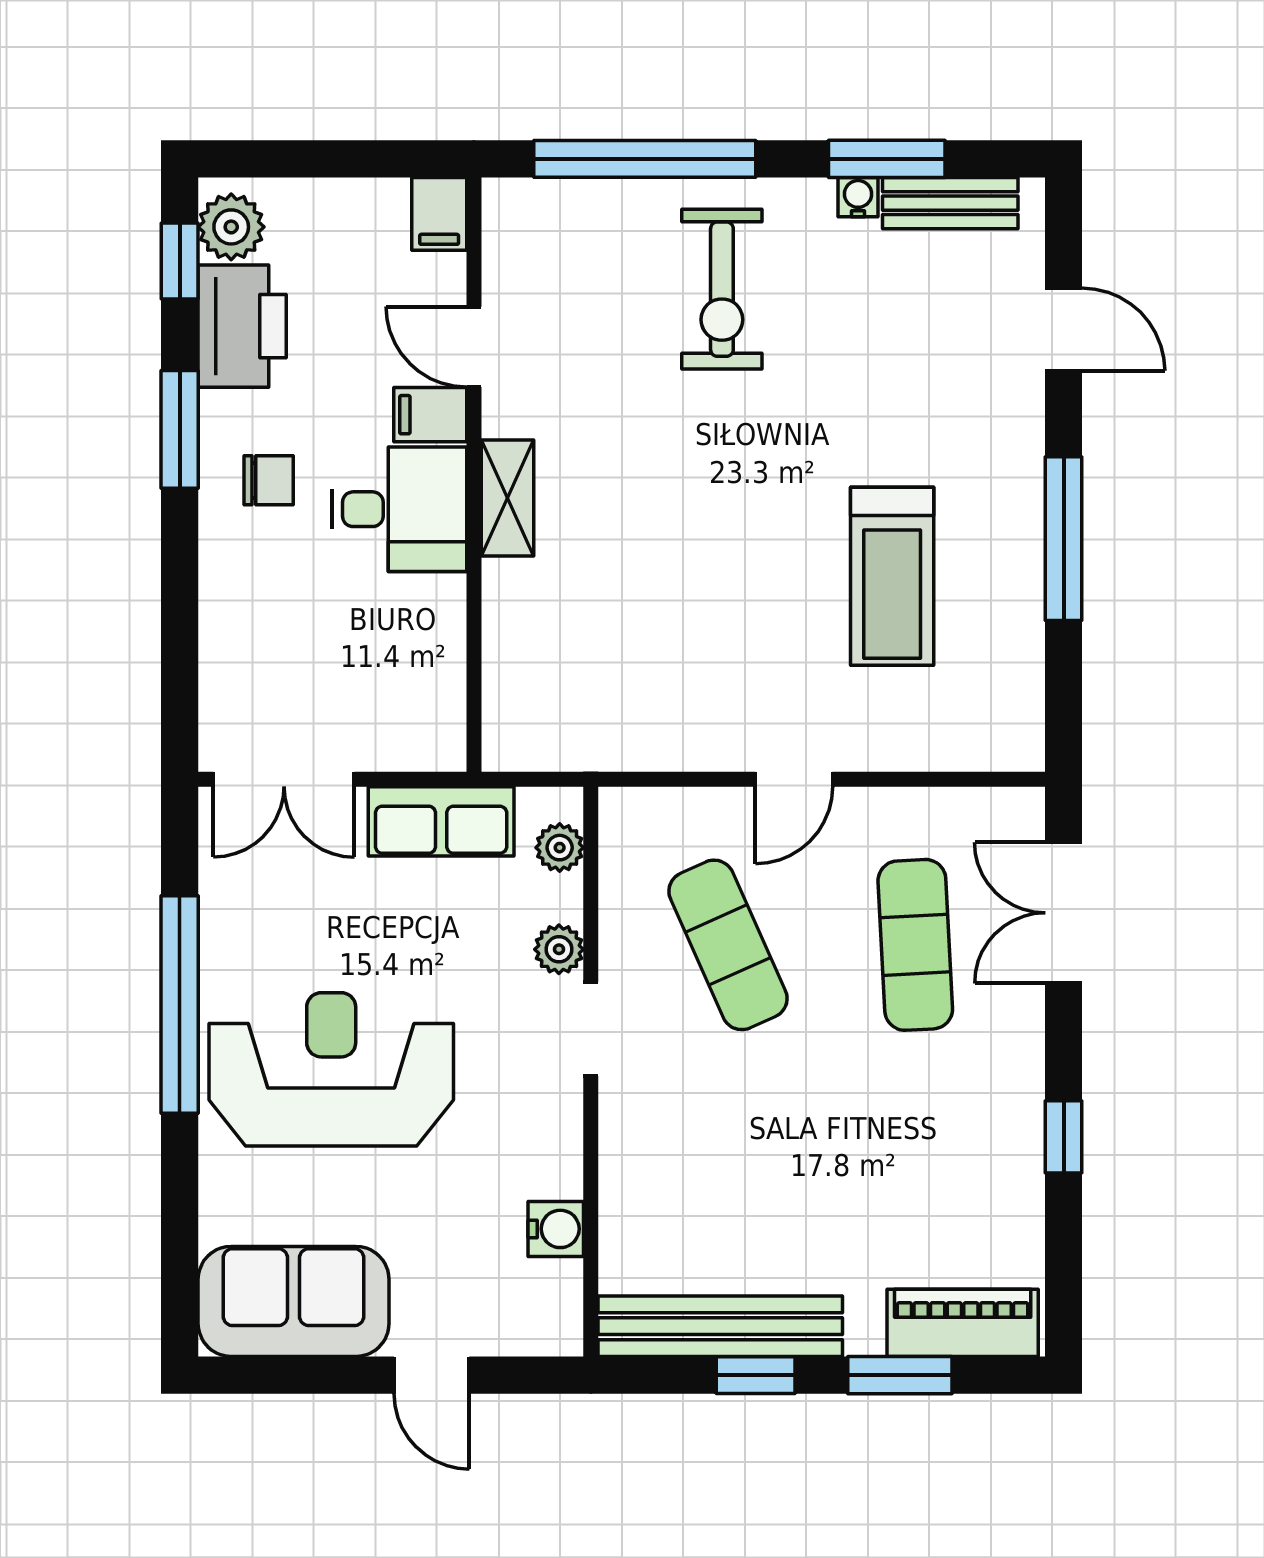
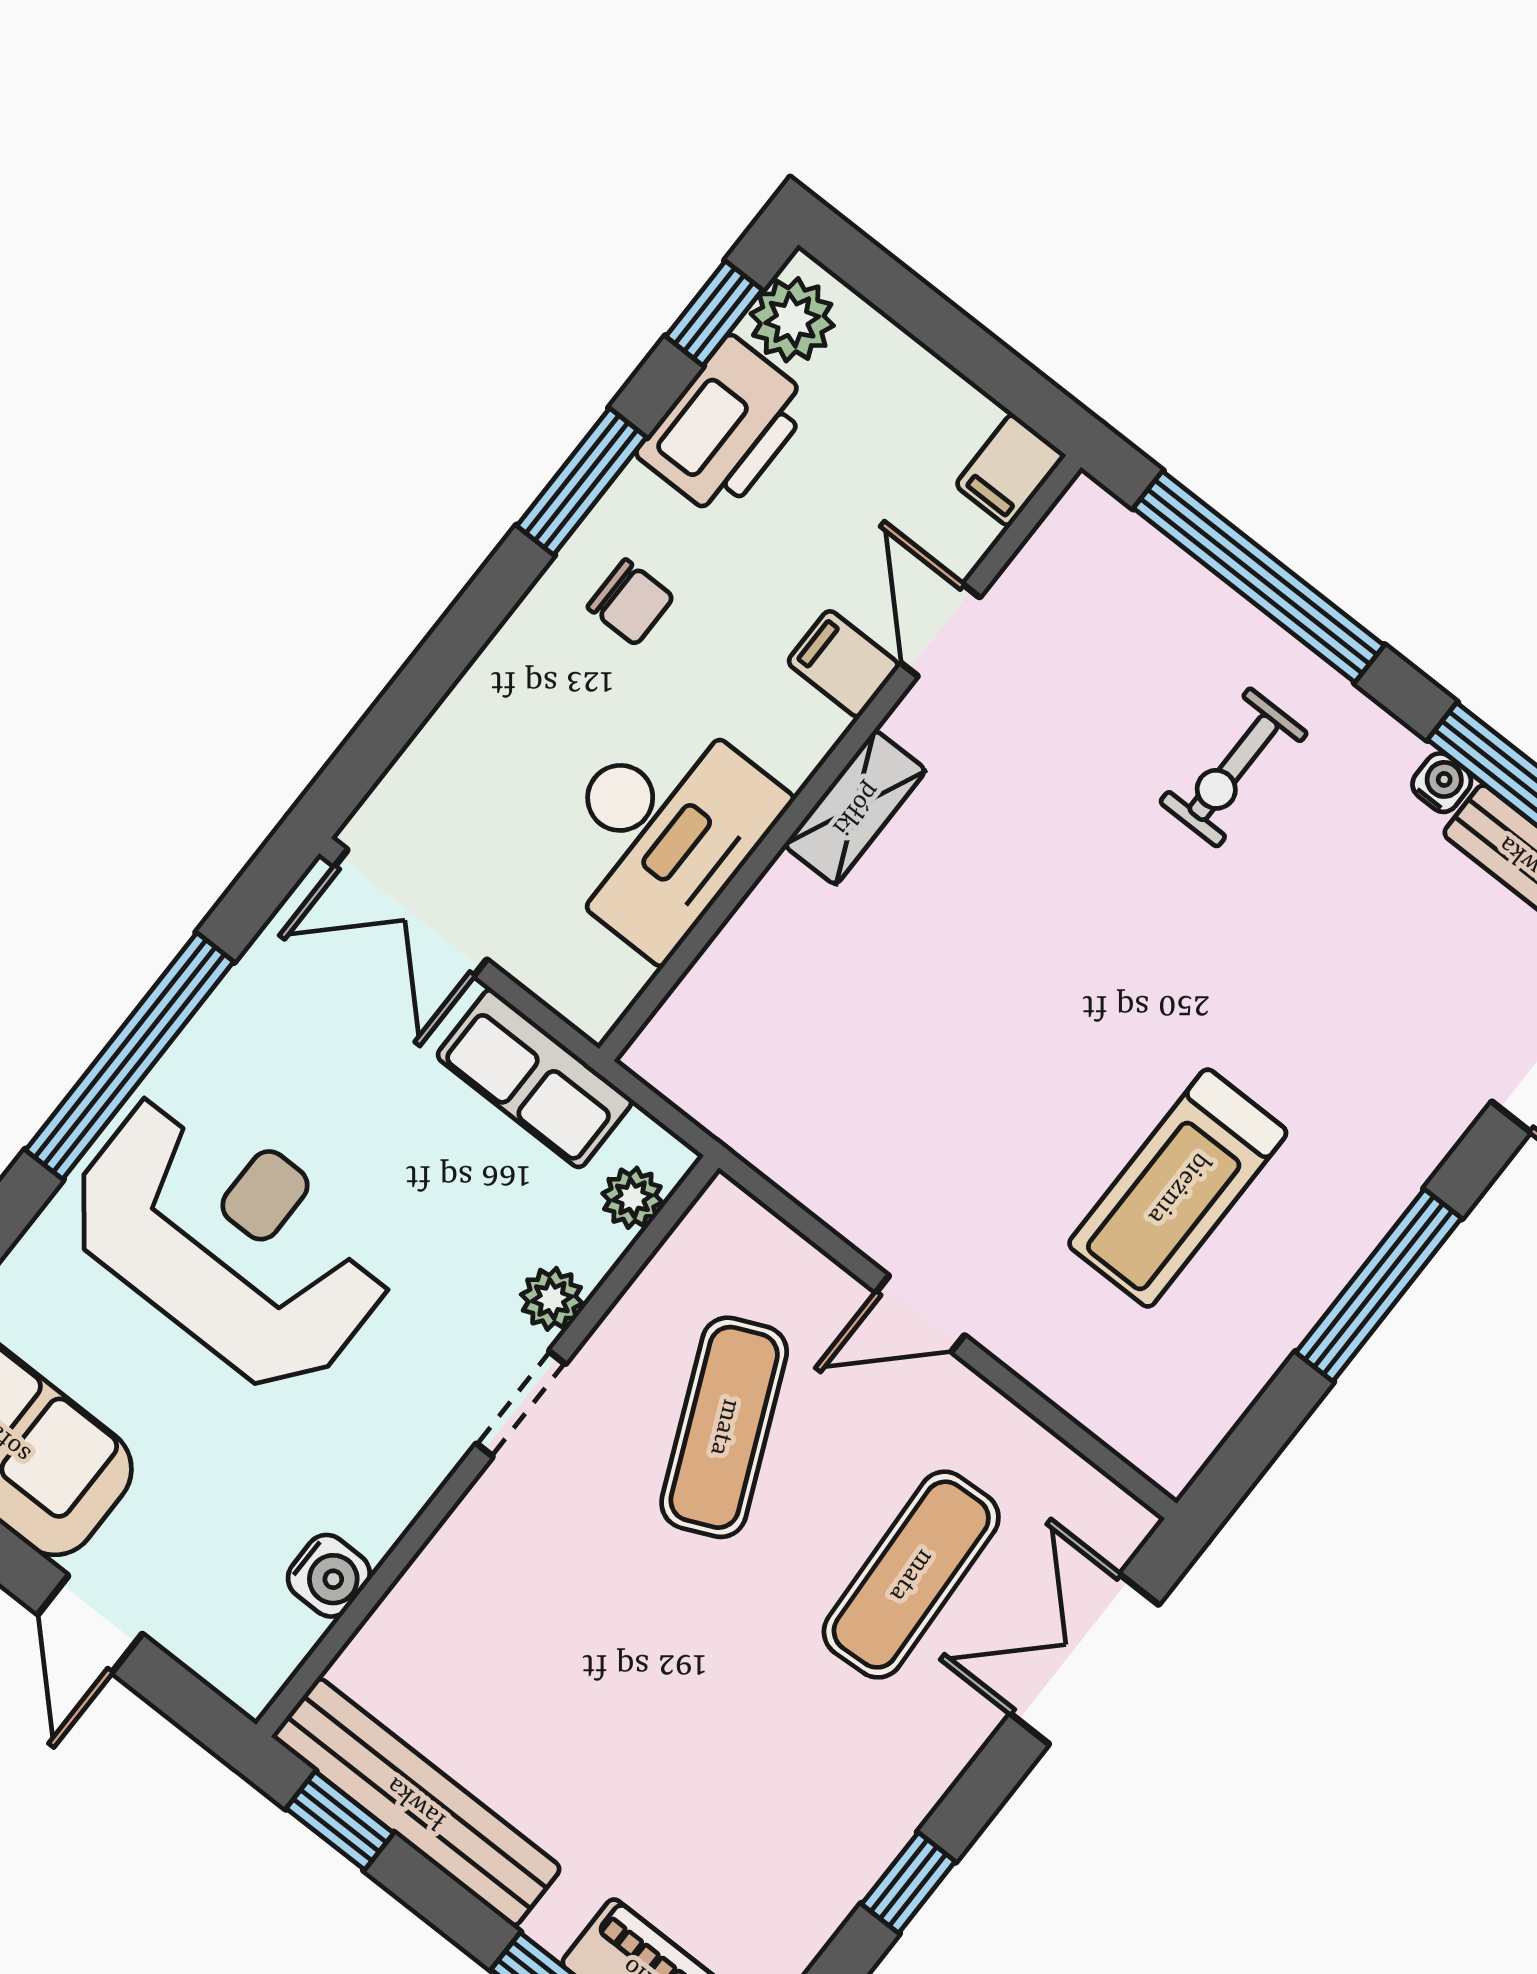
exercise bike: (722, 289) -> (1233, 768), width x0.73, depth x0.72
desk: (399, 509) -> (662, 831), moved, width x1.37
window: (756, 1375) -> (340, 1821), moved

